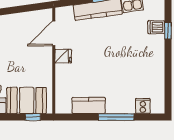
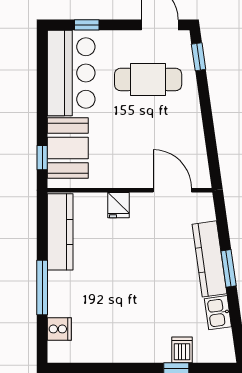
fridge: (63, 56) -> (119, 205), moved
kitchen counter: (89, 105) -> (60, 232), width x1.50

